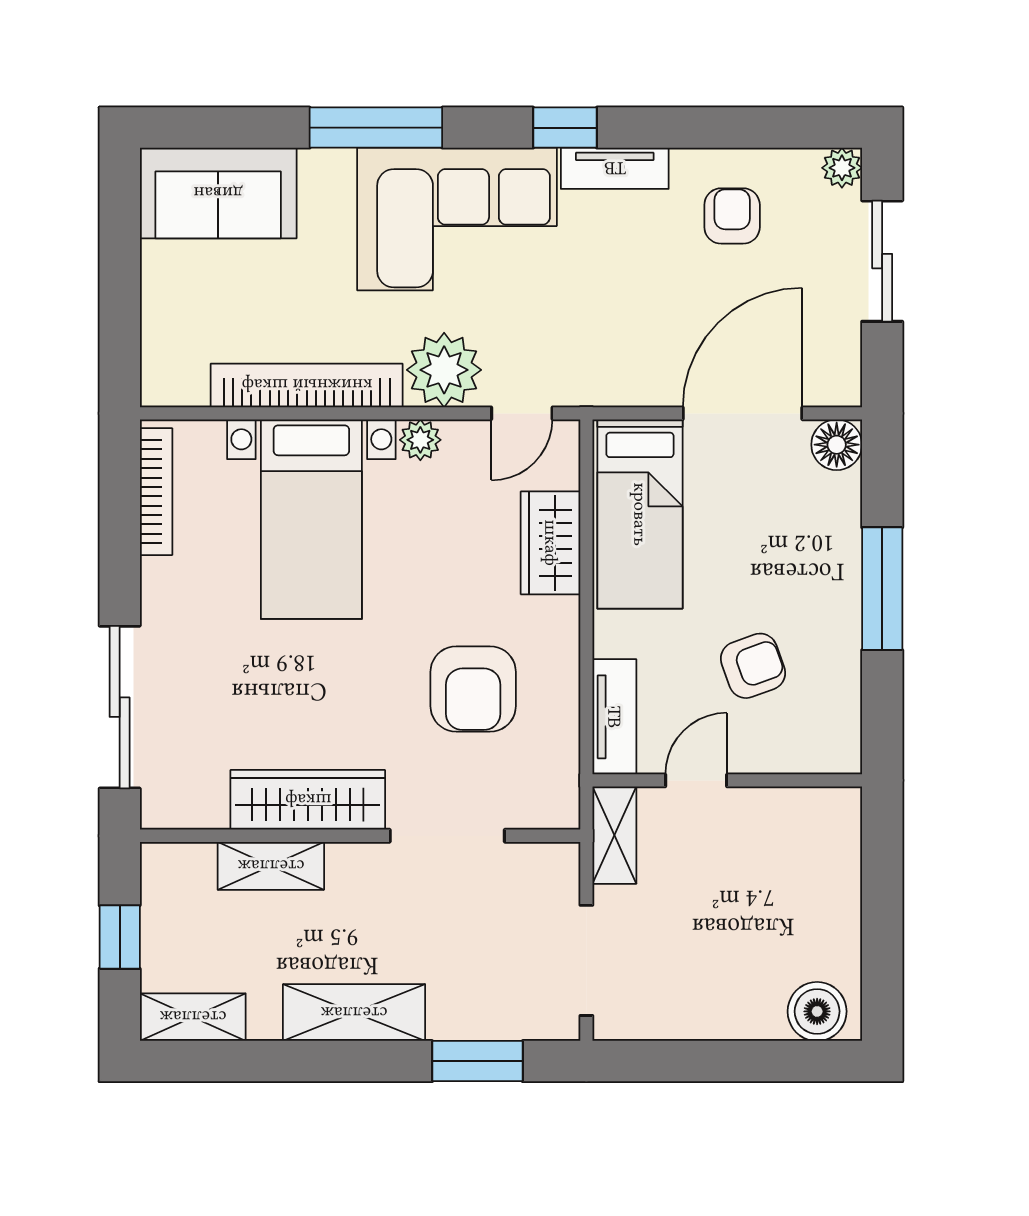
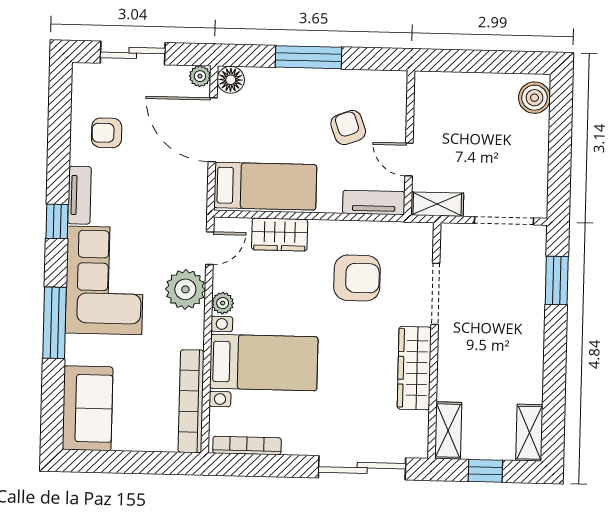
plant: (842, 168) -> (200, 76), moved
bookcase: (307, 385) -> (191, 401), moved
door: (522, 413) -> (210, 248), hinge flipped
shelving: (271, 866) -> (448, 431), moved
shelving: (354, 1013) -> (529, 346), removed

